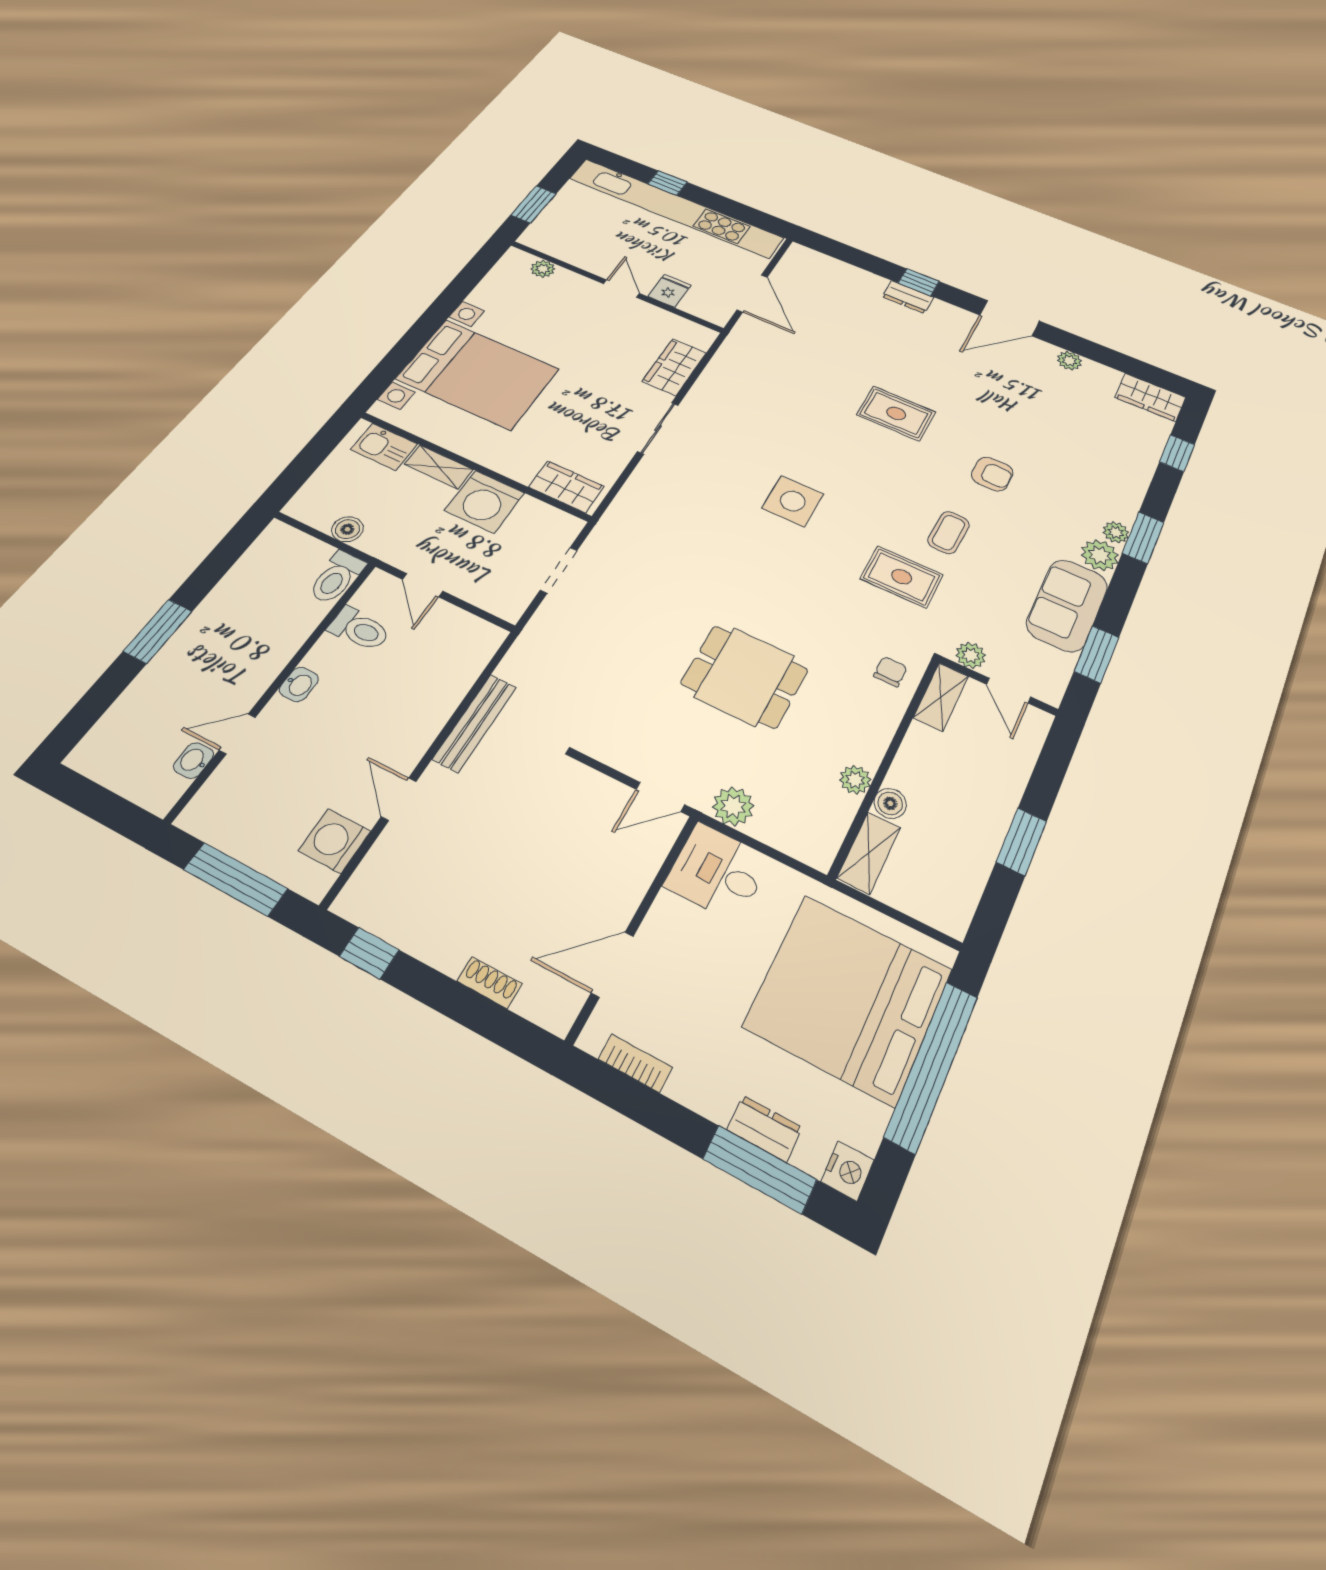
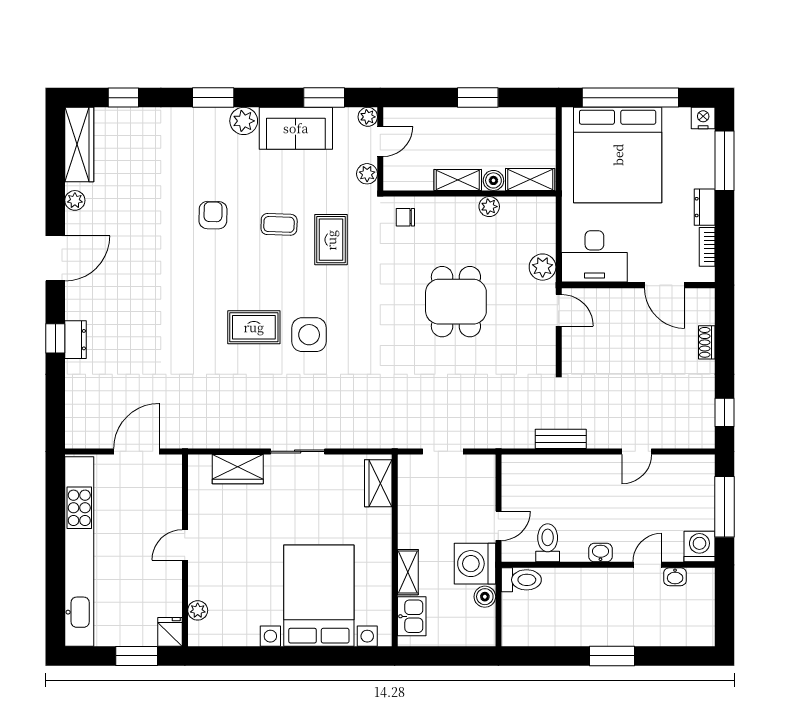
window: (668, 183) -> (55, 572), removed
fridge: (669, 291) -> (170, 632), moved, turned 90
door: (1010, 318) -> (55, 258), hinge flipped
wardrobe: (1150, 397) -> (79, 144), width x1.50
rug: (896, 413) -> (254, 327), moved, turned 90
washing machine: (485, 502) -> (475, 564), moved, turned 180
plant: (1116, 532) -> (368, 117), moved
shelving: (941, 697) -> (458, 180), moved
bench: (475, 723) -> (561, 439), width x0.73
door: (237, 734) -> (648, 565), swing flipped
washing machine: (335, 841) -> (699, 546), moved, turned 180
desk: (717, 872) -> (594, 256), width x1.37
dresser: (765, 1129) -> (705, 207), moved

